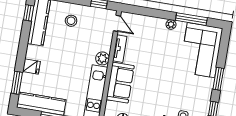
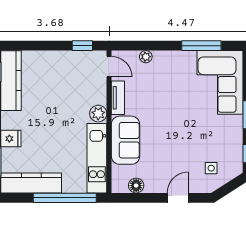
stool: (71, 21) -> (51, 73), removed
plant: (171, 24) -> (146, 57), moved

